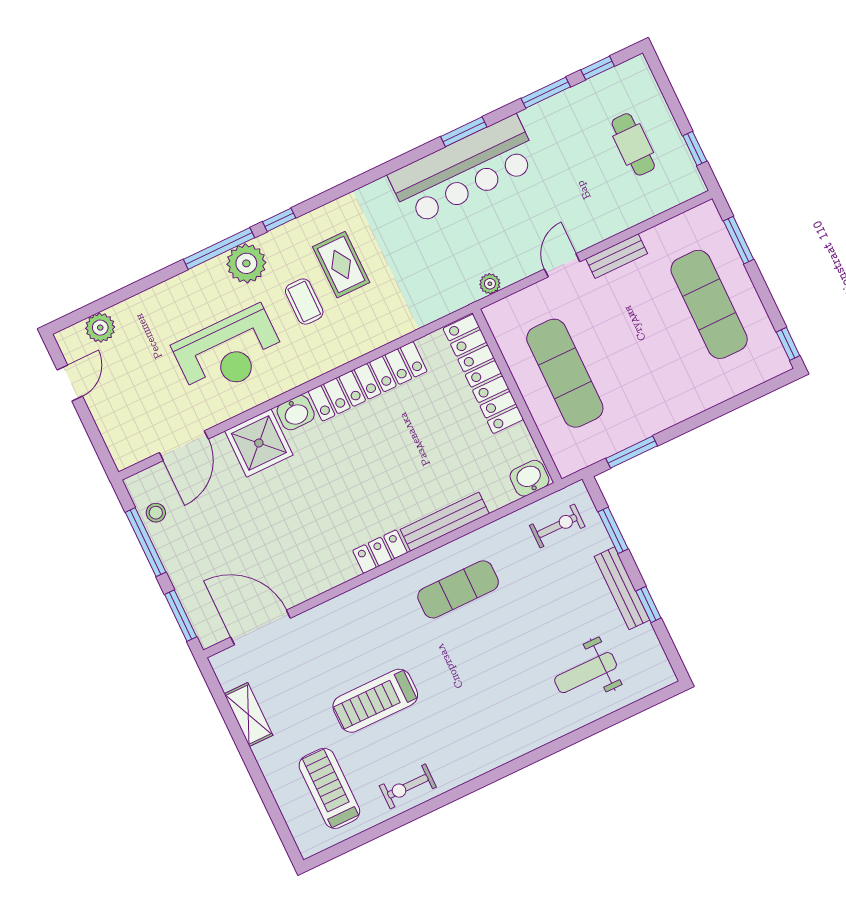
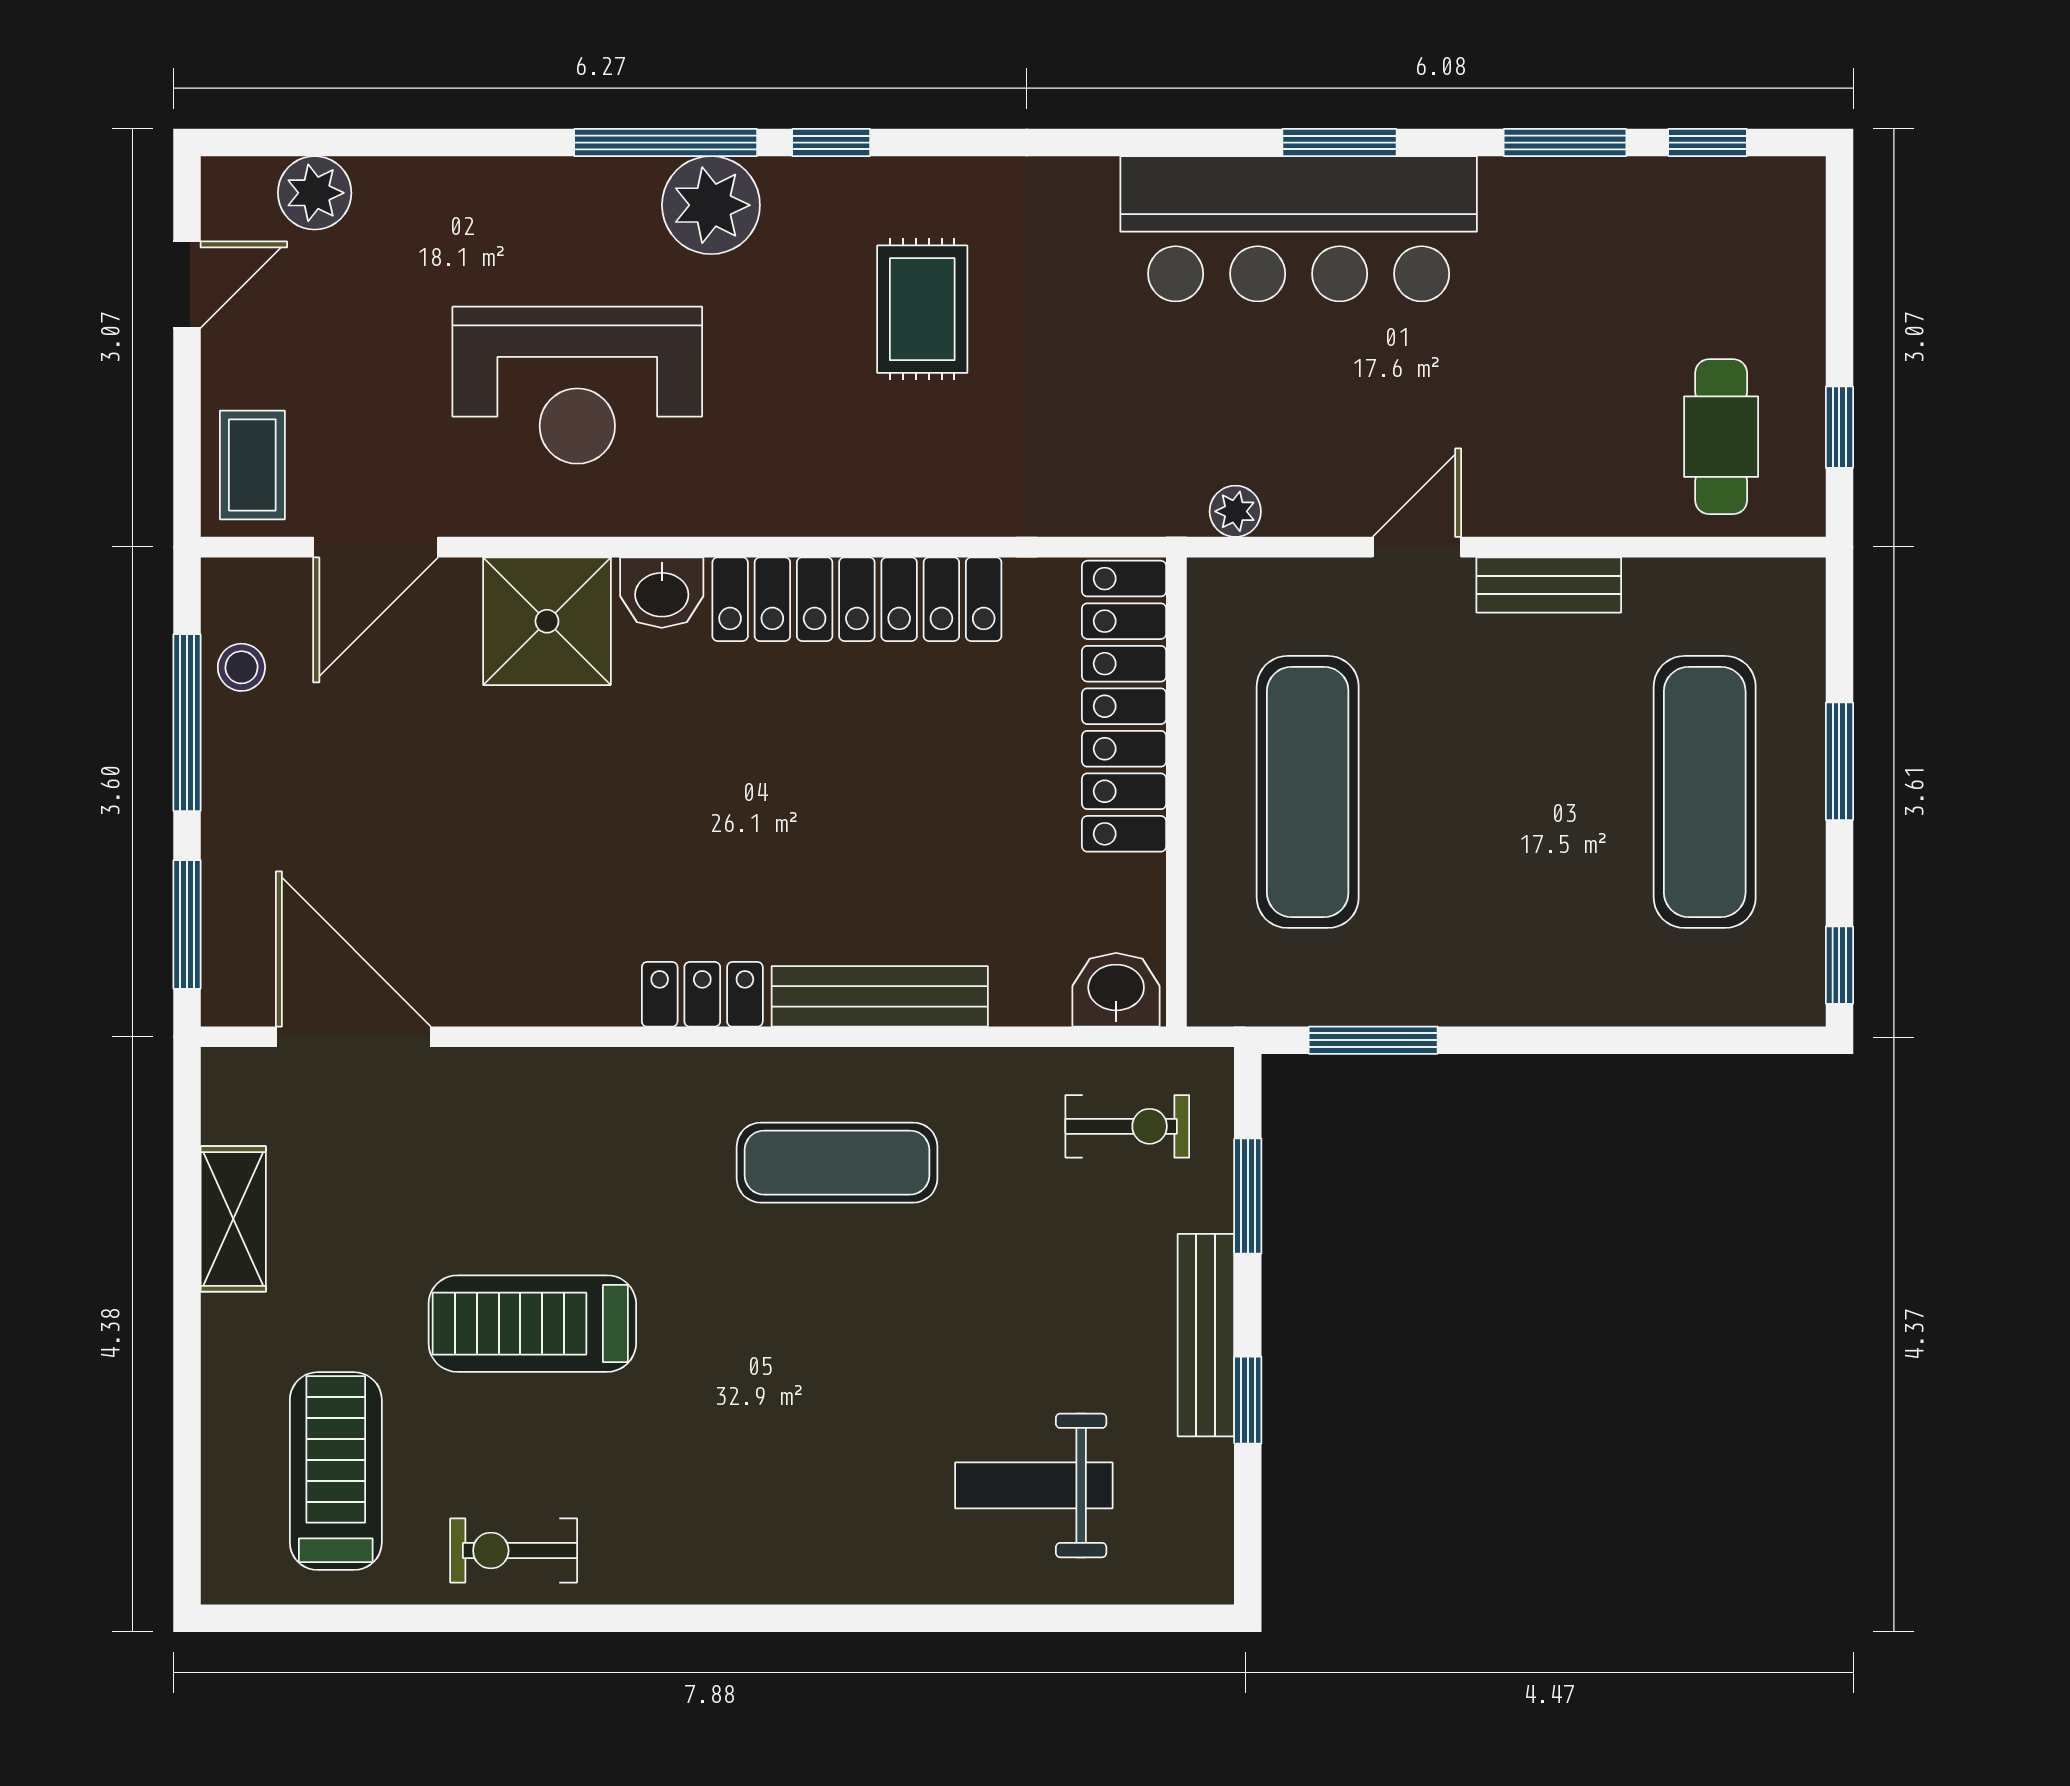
cafe table: (633, 144) -> (1721, 437), moved
window: (739, 240) -> (1839, 761), moved
coffee table: (304, 302) -> (252, 465), moved

